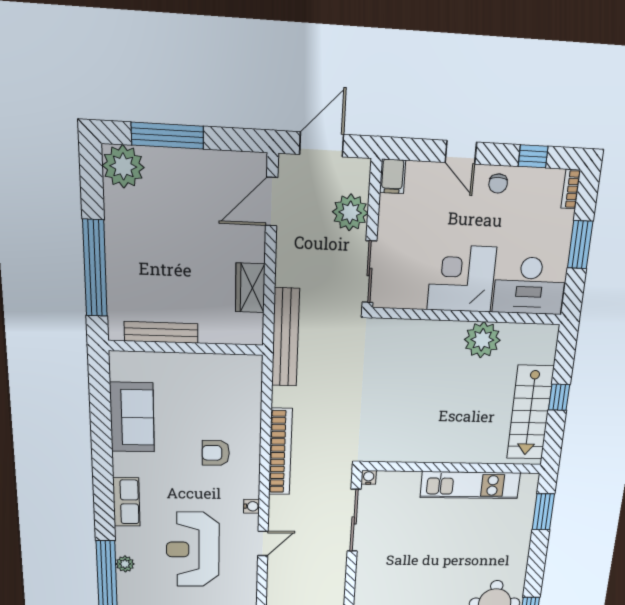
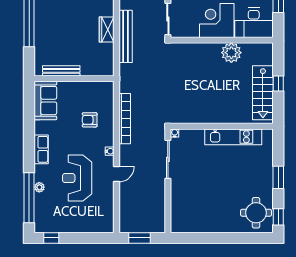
bench: (161, 332) -> (61, 71), moved
bench: (285, 337) -> (126, 36), moved
wall: (186, 348) -> (74, 79), moved
window: (543, 512) -> (278, 177), moved

